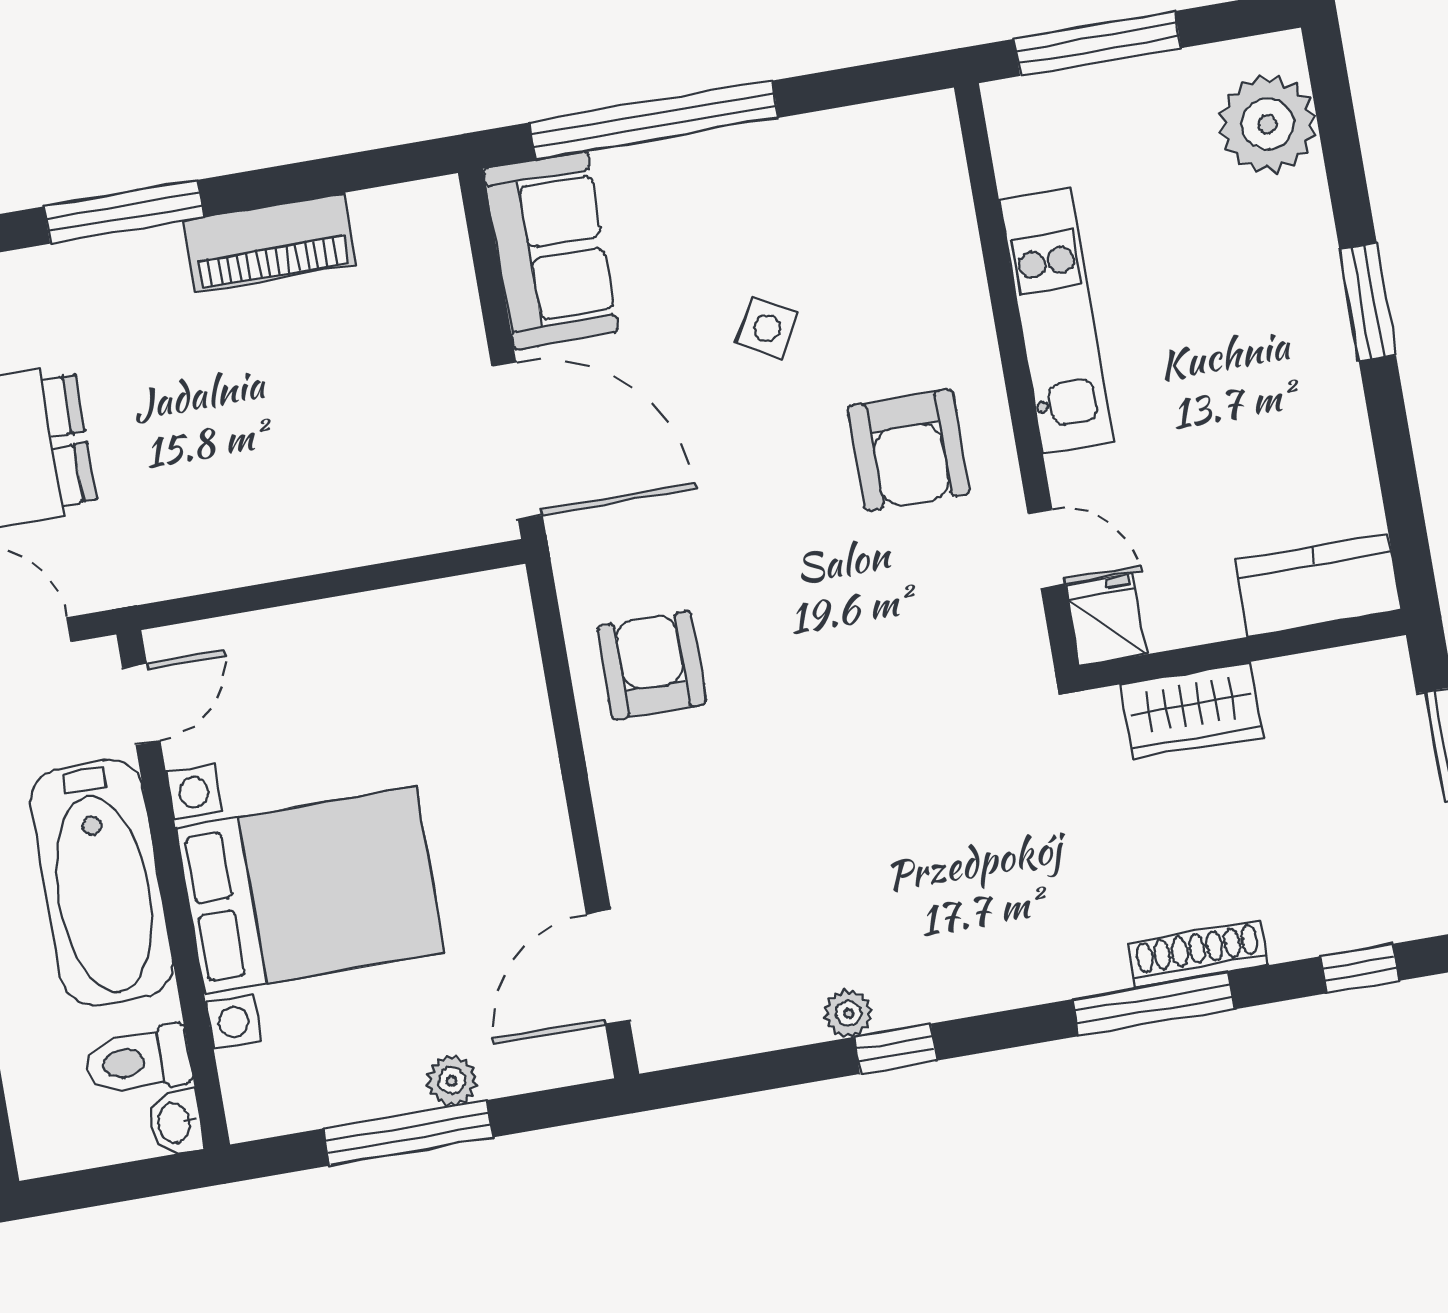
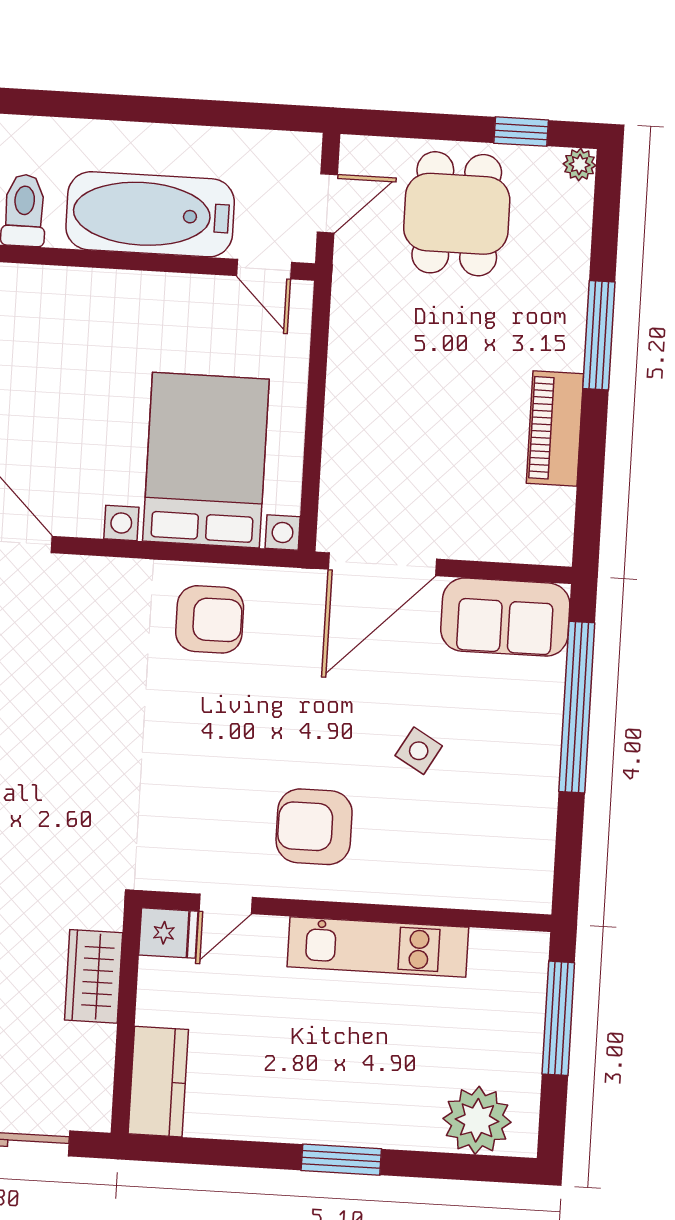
bed with nightstands: (310, 890) -> (206, 460), moved, turned 180

